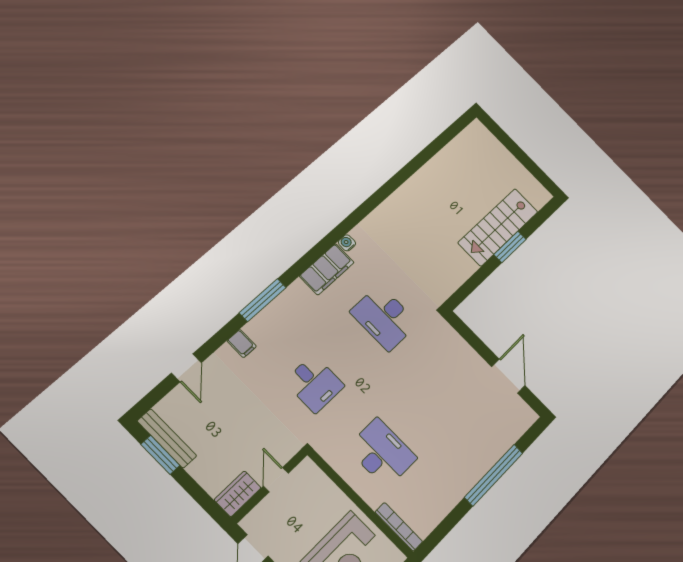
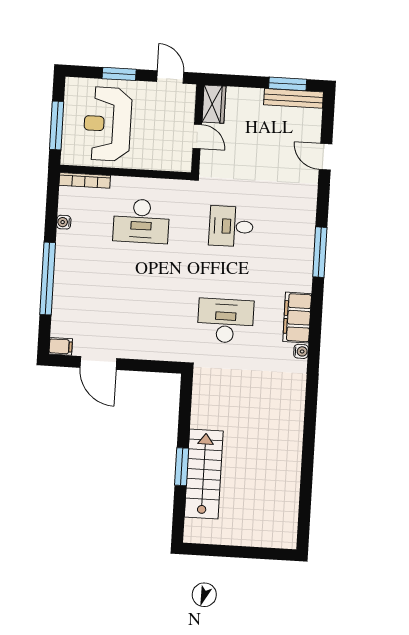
filing cabinet: (242, 344) -> (61, 346), moved, turned 180
water cooler: (444, 508) -> (64, 222), added

